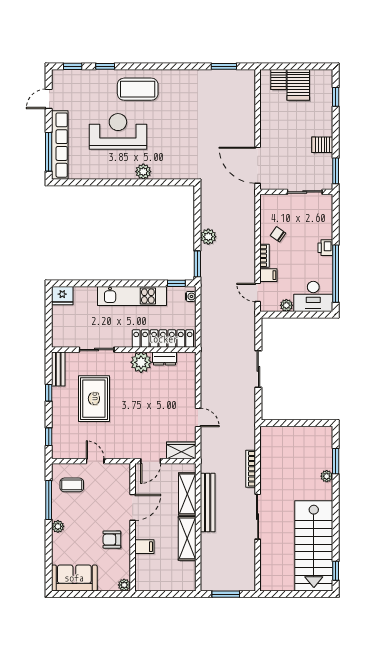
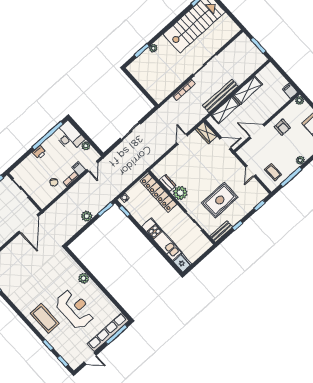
reception desk: (118, 131) -> (75, 309), turned 180
kitchen unit: (132, 296) -> (162, 239), moved
filing cabinet: (144, 547) -> (290, 91), moved

